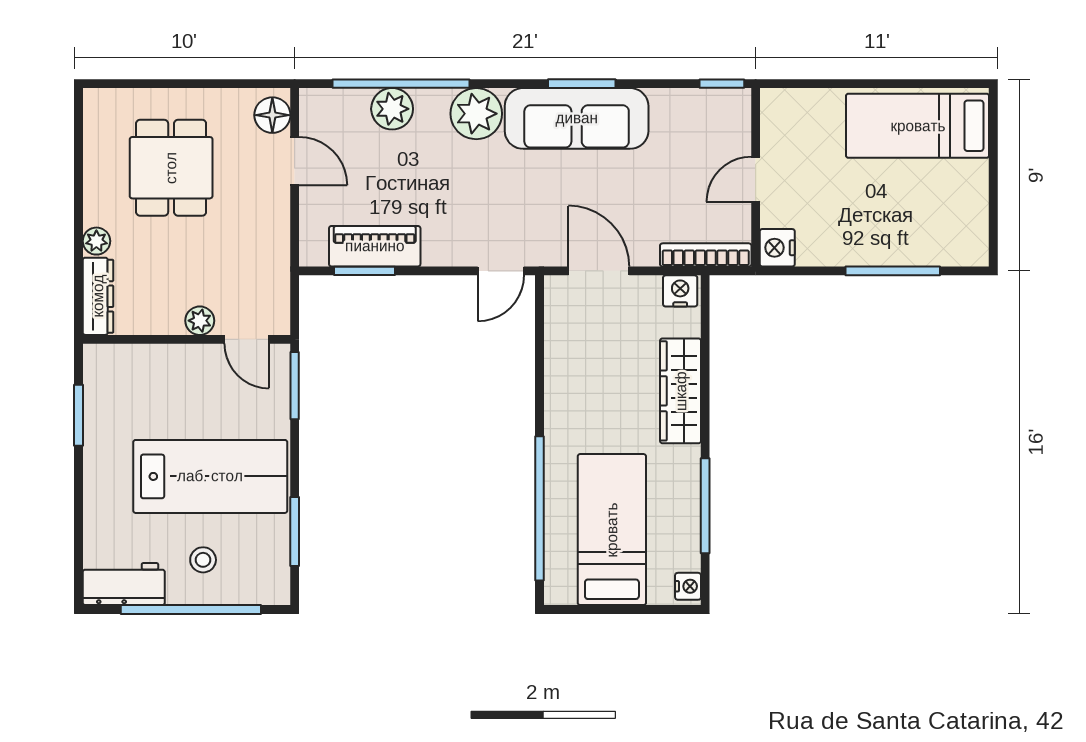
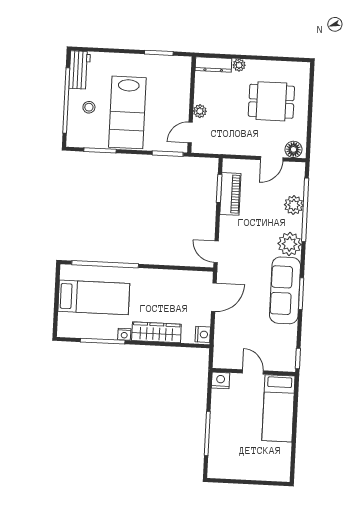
bed: (918, 126) -> (278, 408), moved, turned 180
bookcase: (706, 255) -> (219, 347), removed
nightstand: (688, 586) -> (124, 334), moved

